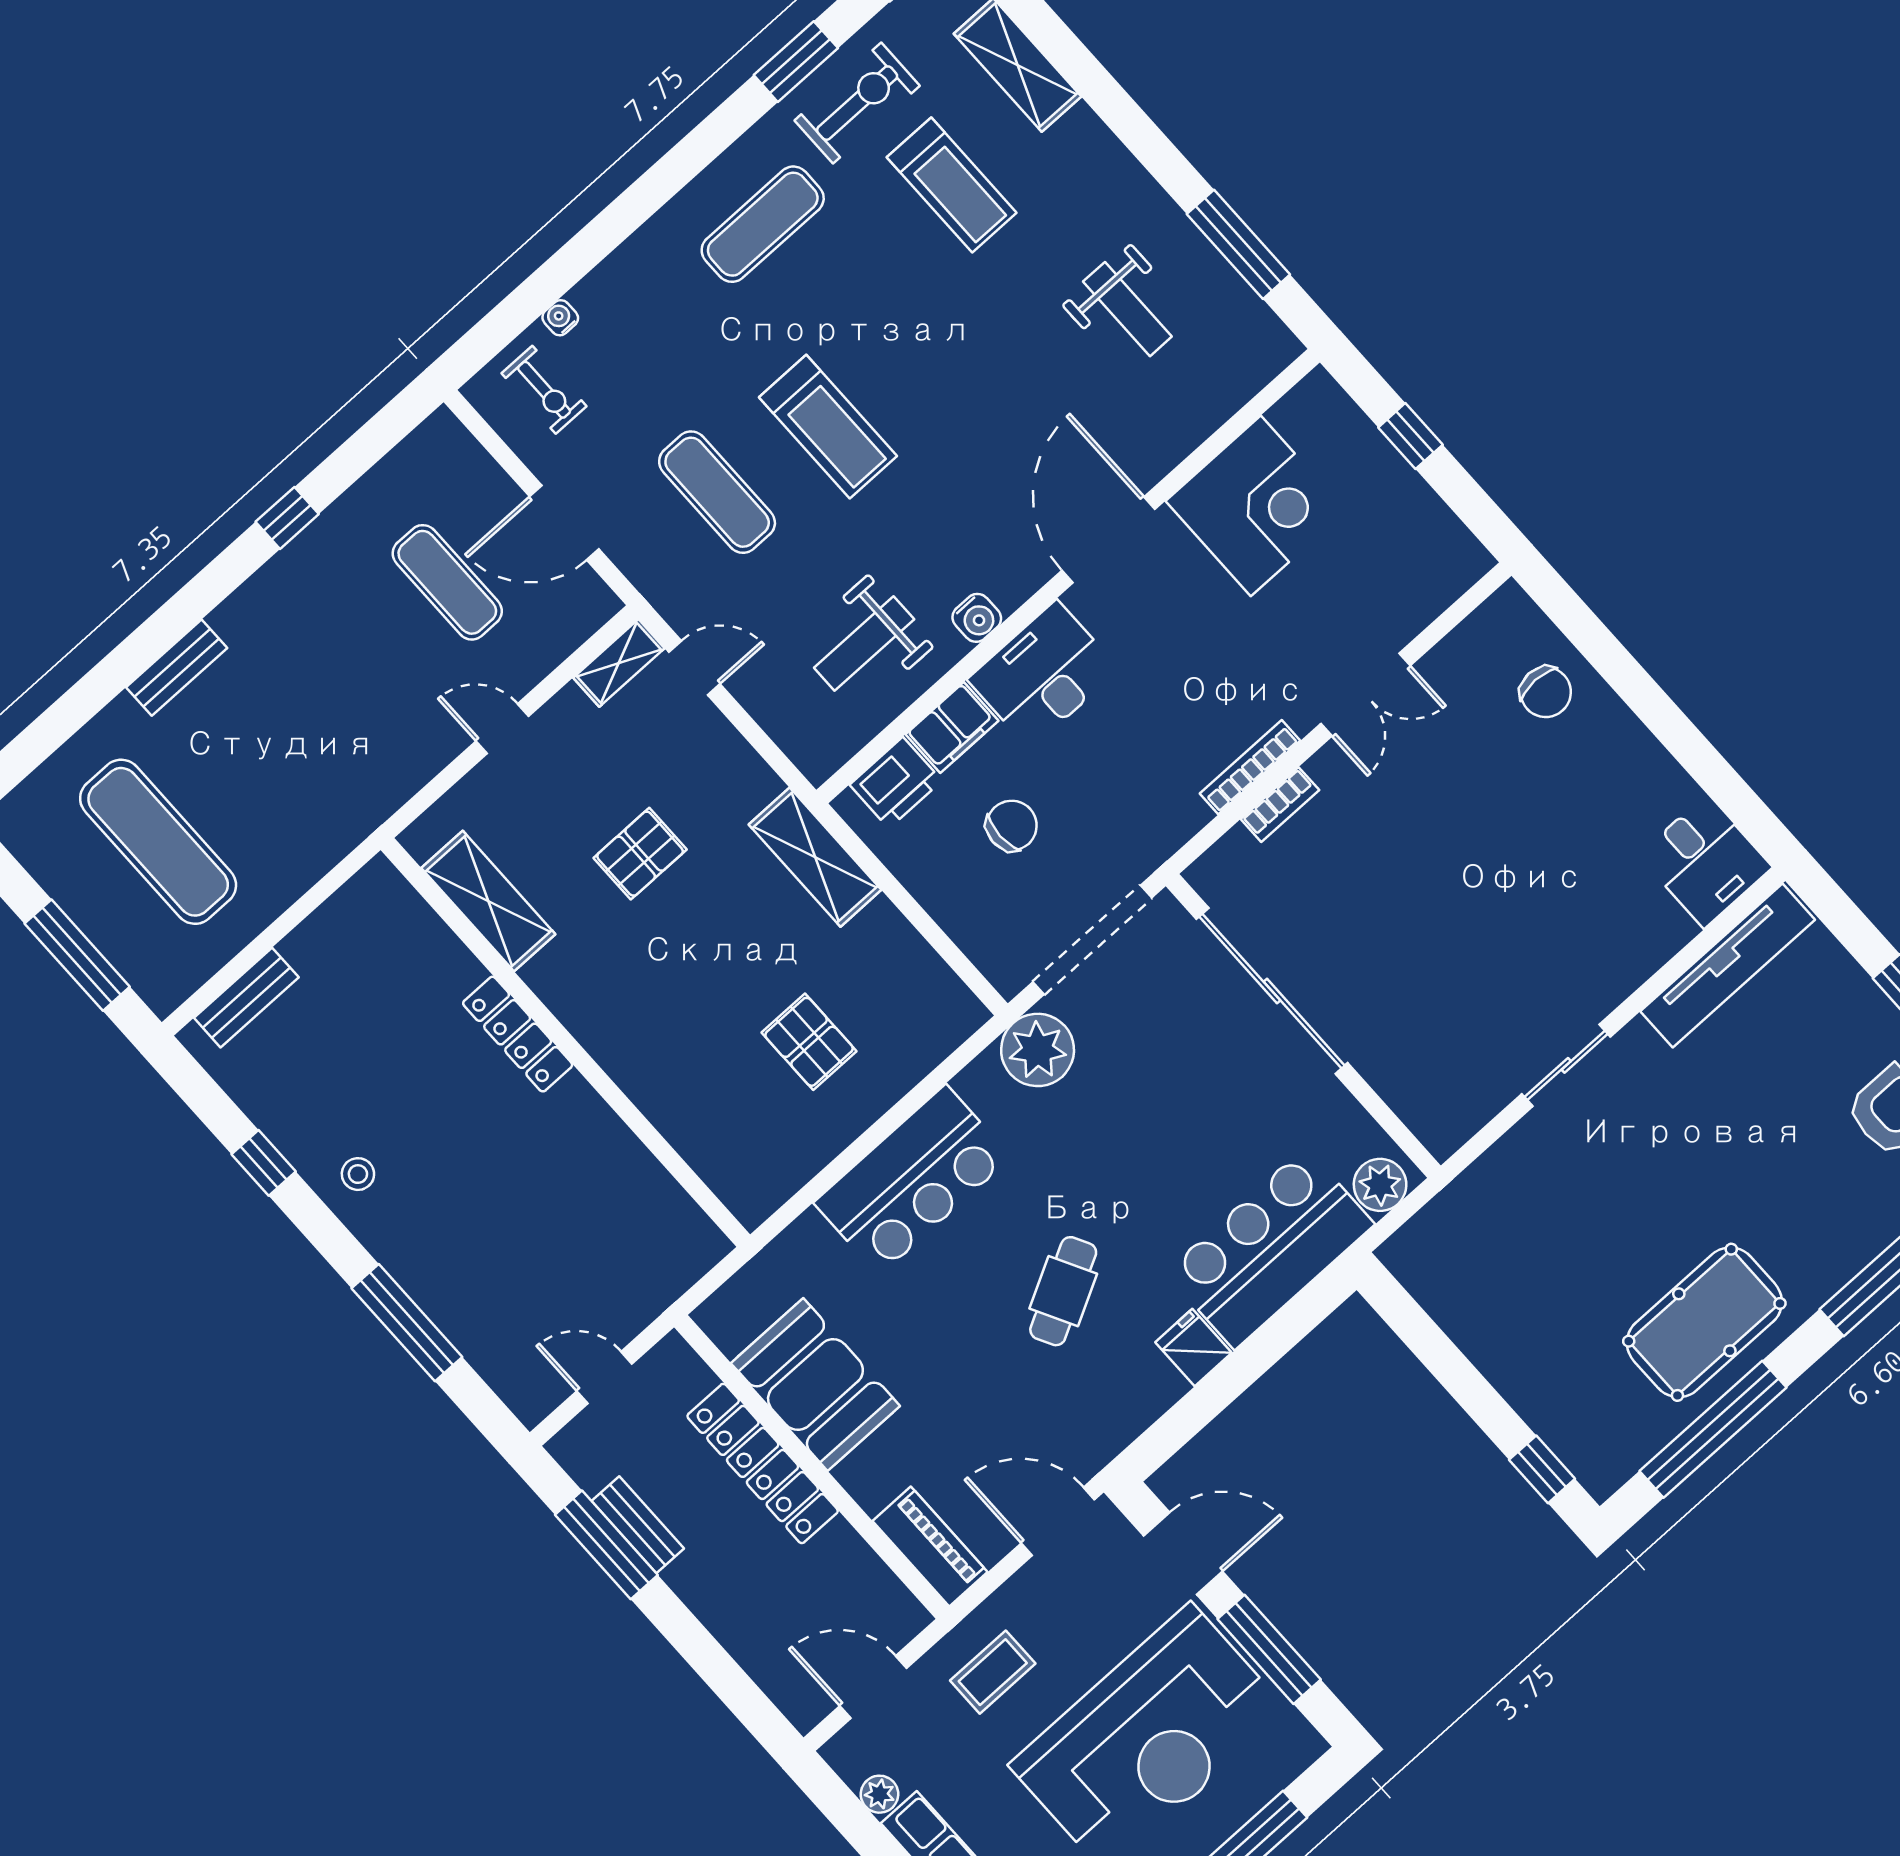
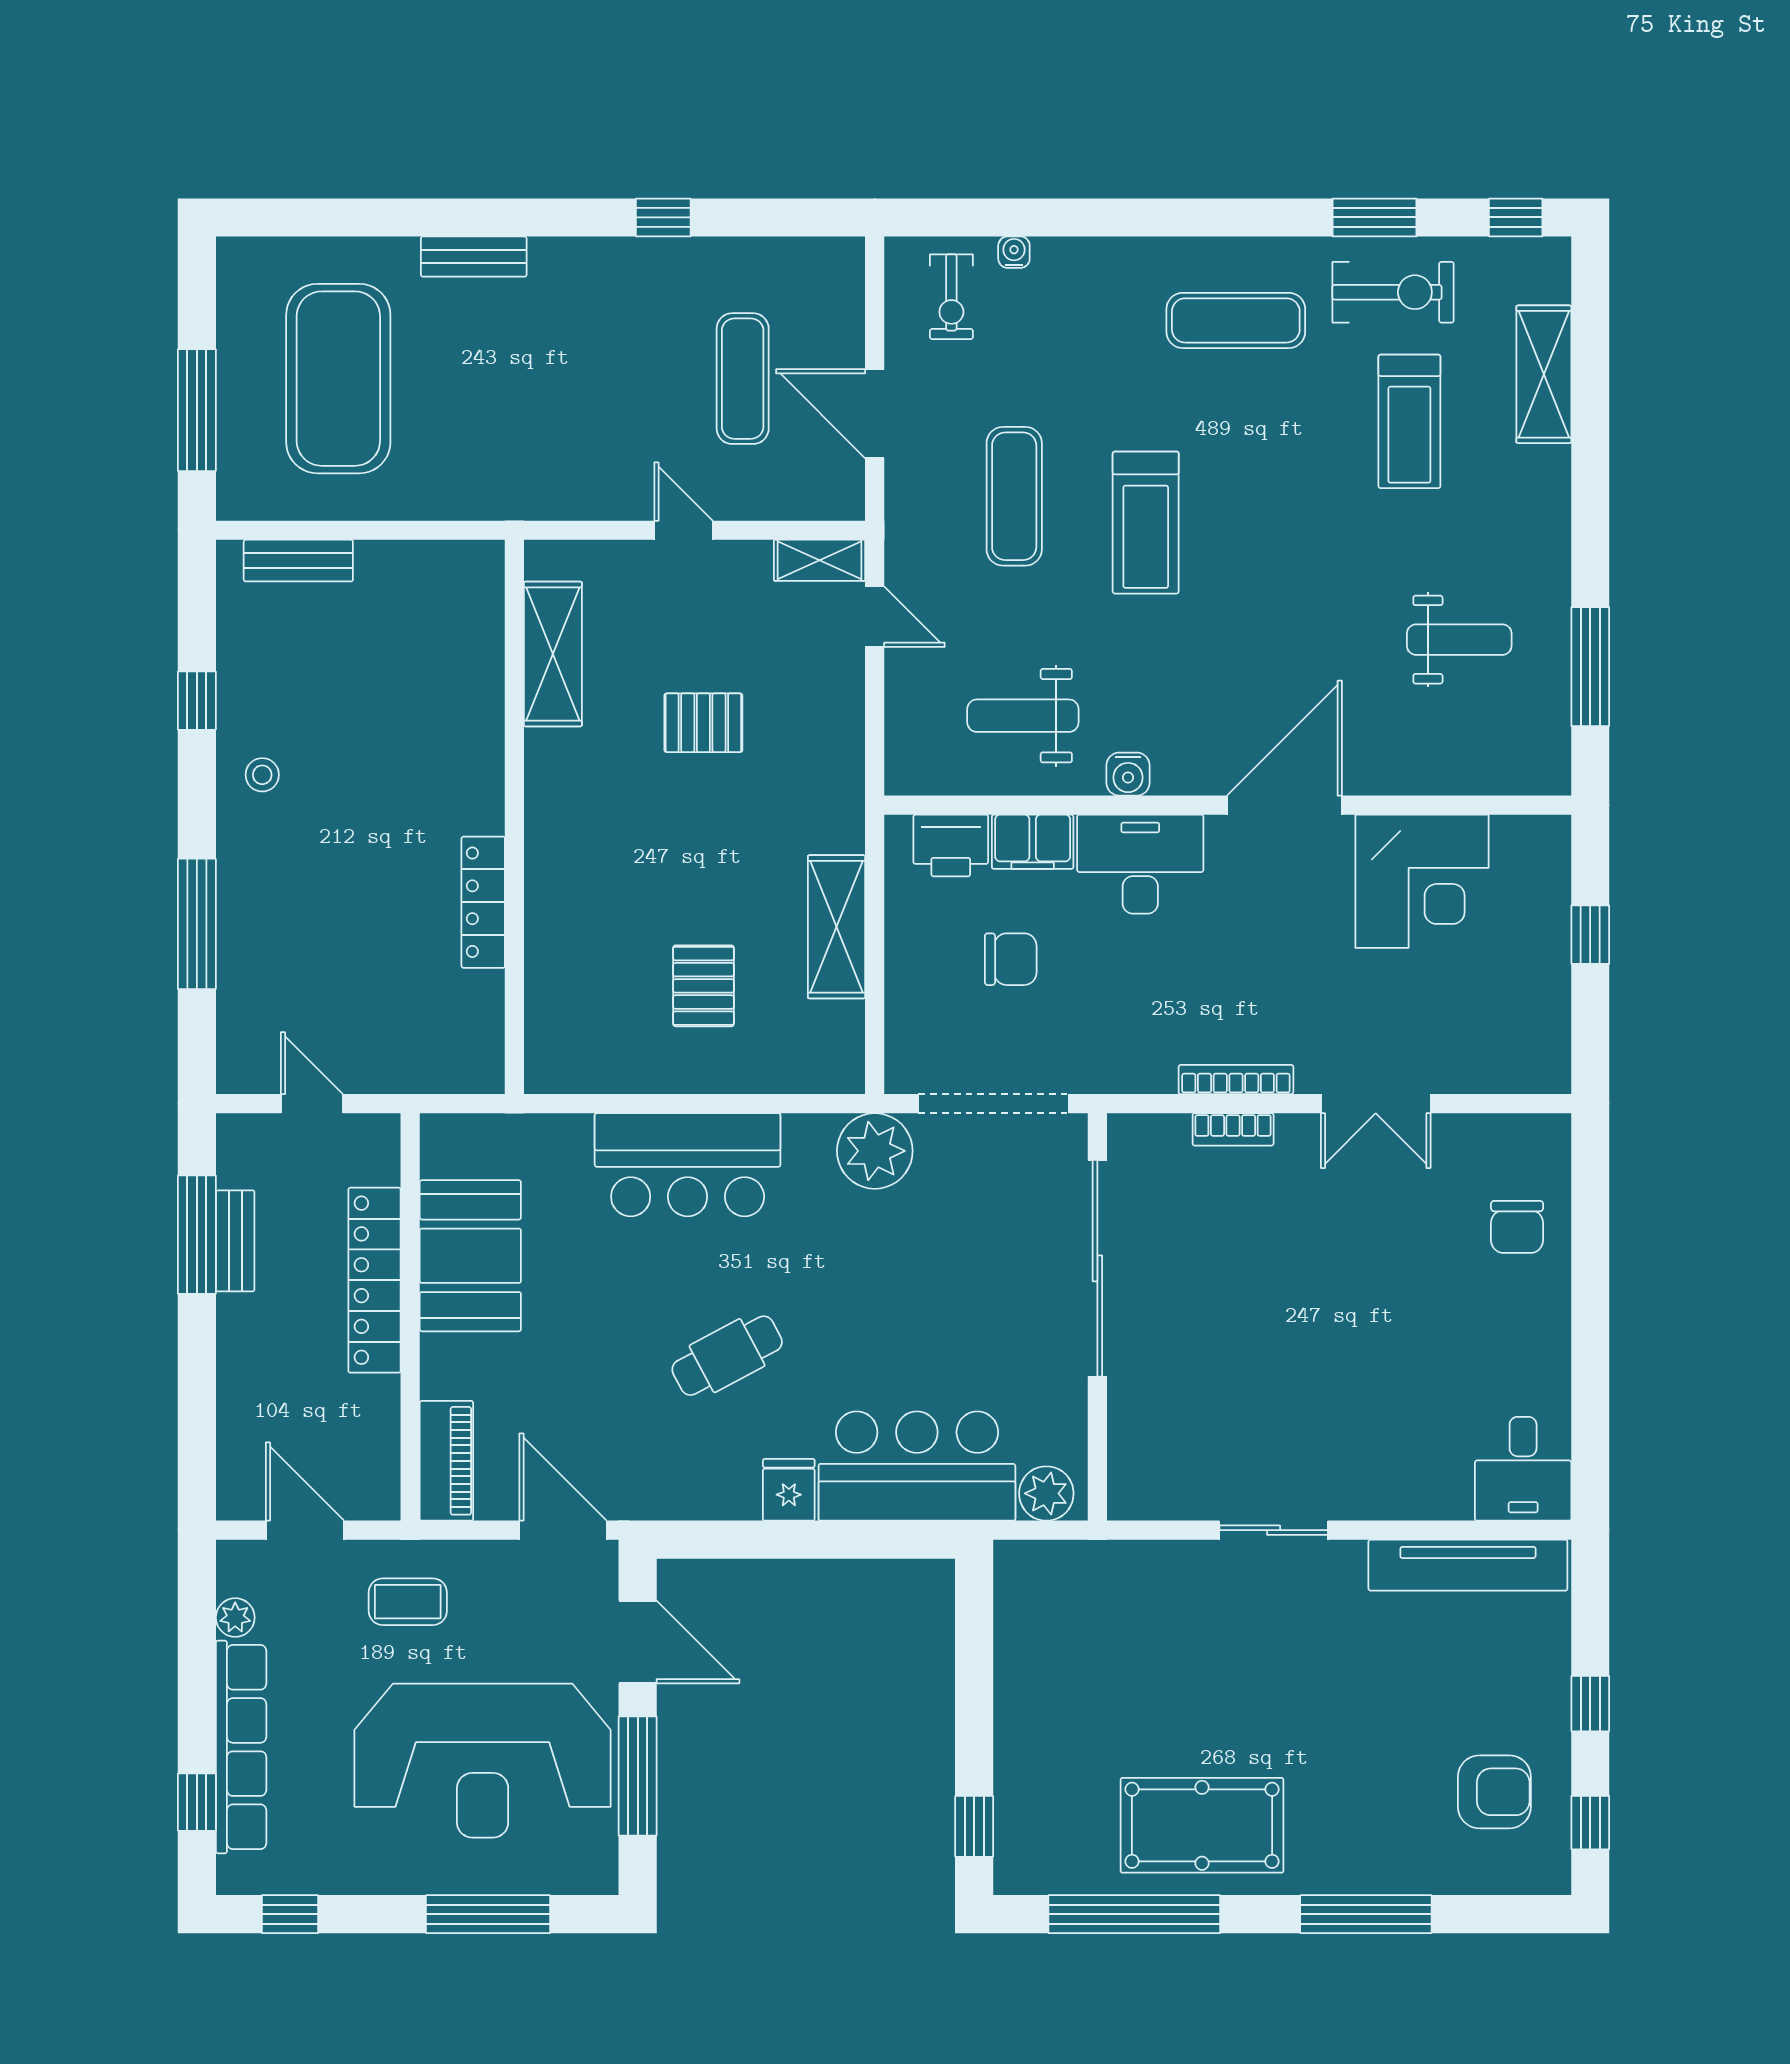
weight bench: (1127, 309) -> (1459, 640), turned -90
exercise mat: (158, 842) -> (338, 379), width x1.47
shelving: (815, 857) -> (836, 927), moved
locker: (518, 1034) -> (483, 902), moved

